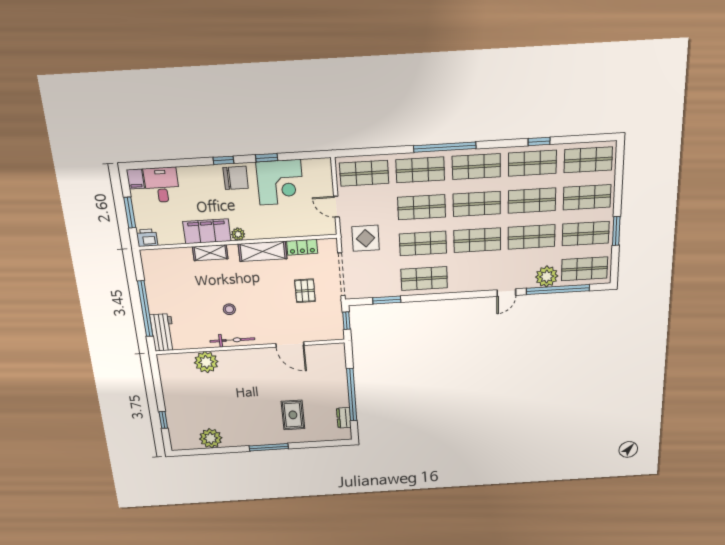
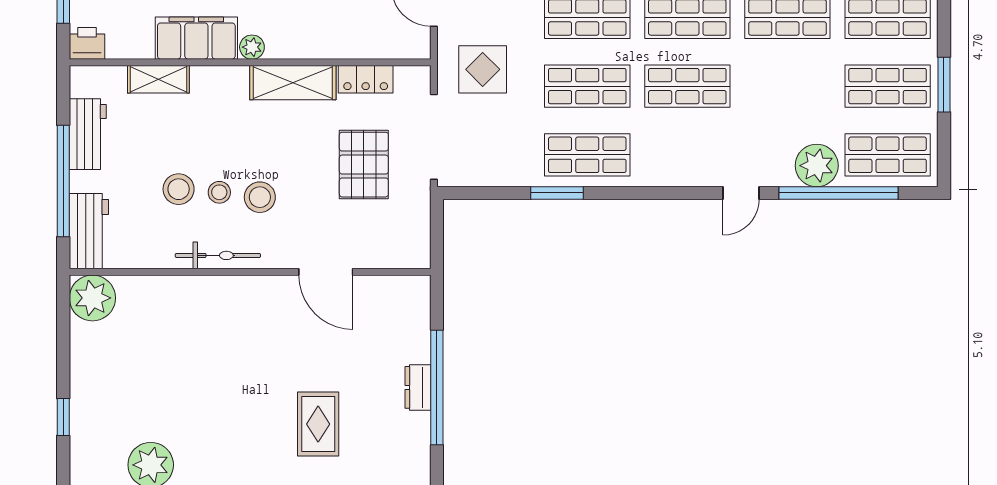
shop shelf: (532, 237) -> (787, 86), removed
shelving: (210, 253) -> (158, 79), moved
workbench: (155, 285) -> (88, 134), added
pallet: (305, 291) -> (364, 165), width x1.50, depth x1.42
window: (387, 300) -> (557, 193), moved
stool: (207, 309) -> (179, 189), added
stool: (251, 310) -> (260, 197), added
window: (346, 321) -> (437, 230), removed
plant: (206, 362) -> (92, 298), moved
dresser: (344, 418) -> (418, 387), moved

